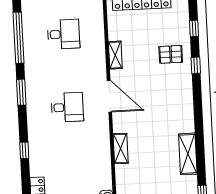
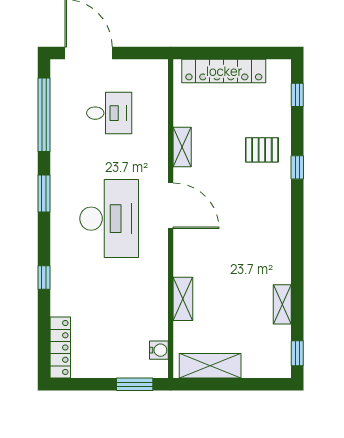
window: (194, 28) -> (297, 95), moved
desk: (67, 107) -> (109, 219), width x1.87, depth x1.30
shelving: (121, 148) -> (183, 299), moved
shelving: (188, 154) -> (282, 304), width x0.67, depth x0.75

